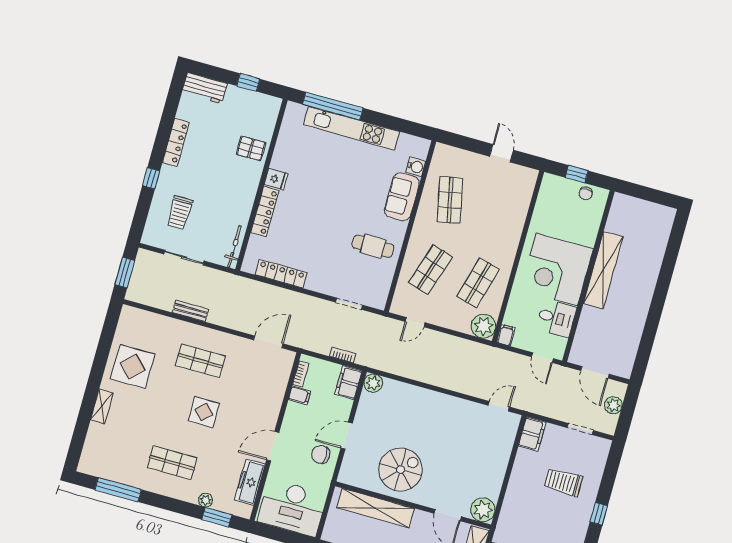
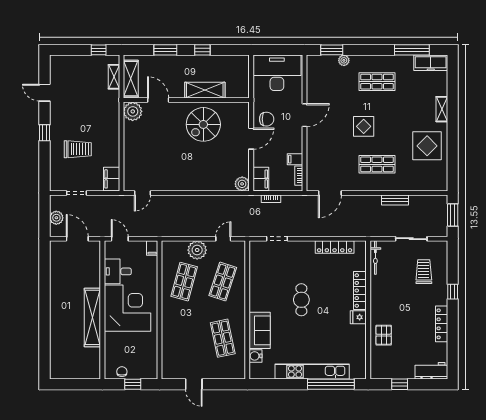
pallet: (251, 148) -> (384, 335), turned 90
cafe table: (373, 246) -> (301, 300), moved, turned 90
plant: (483, 326) -> (197, 250), moved
freezer: (250, 482) -> (431, 63), moved, turned 90
shelving: (375, 508) -> (205, 90), width x0.68

